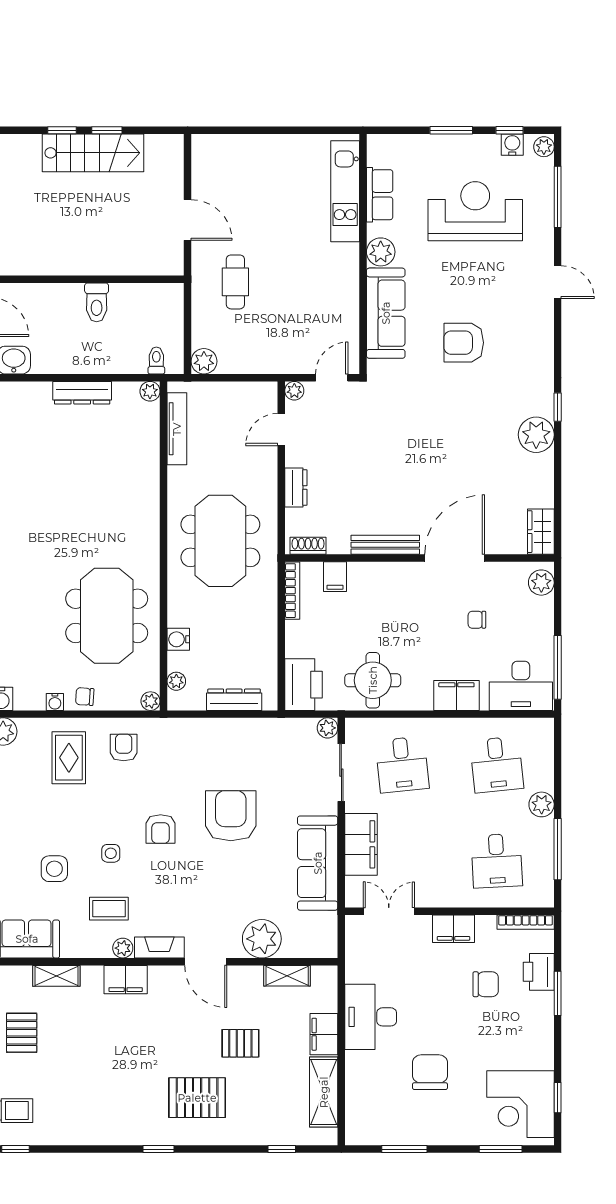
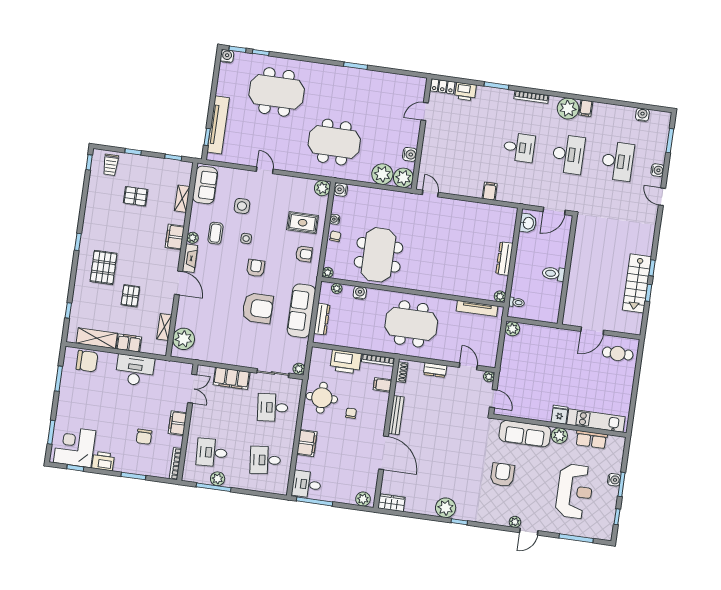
water cooler: (512, 145) -> (614, 480), moved
plant: (544, 147) -> (515, 522), moved
fridge: (344, 257) -> (559, 415), added
cafe table: (235, 282) -> (618, 354), moved
meeting table: (107, 616) -> (378, 255), turned 90
chair: (477, 620) -> (351, 413), moved
printer: (304, 685) -> (346, 362), moved
desk: (521, 686) -> (306, 484), width x0.73
plant: (542, 804) -> (218, 479), moved
armchair: (161, 829) -> (256, 268), turned 90
sofa: (318, 863) -> (301, 311), moved, turned -90
plant: (262, 939) -> (184, 339), moved
door: (206, 962) -> (178, 283), swing flipped
printer: (539, 972) -> (103, 461), moved
pallet: (22, 1033) -> (136, 196), moved
chair: (430, 1072) -> (87, 361), moved

